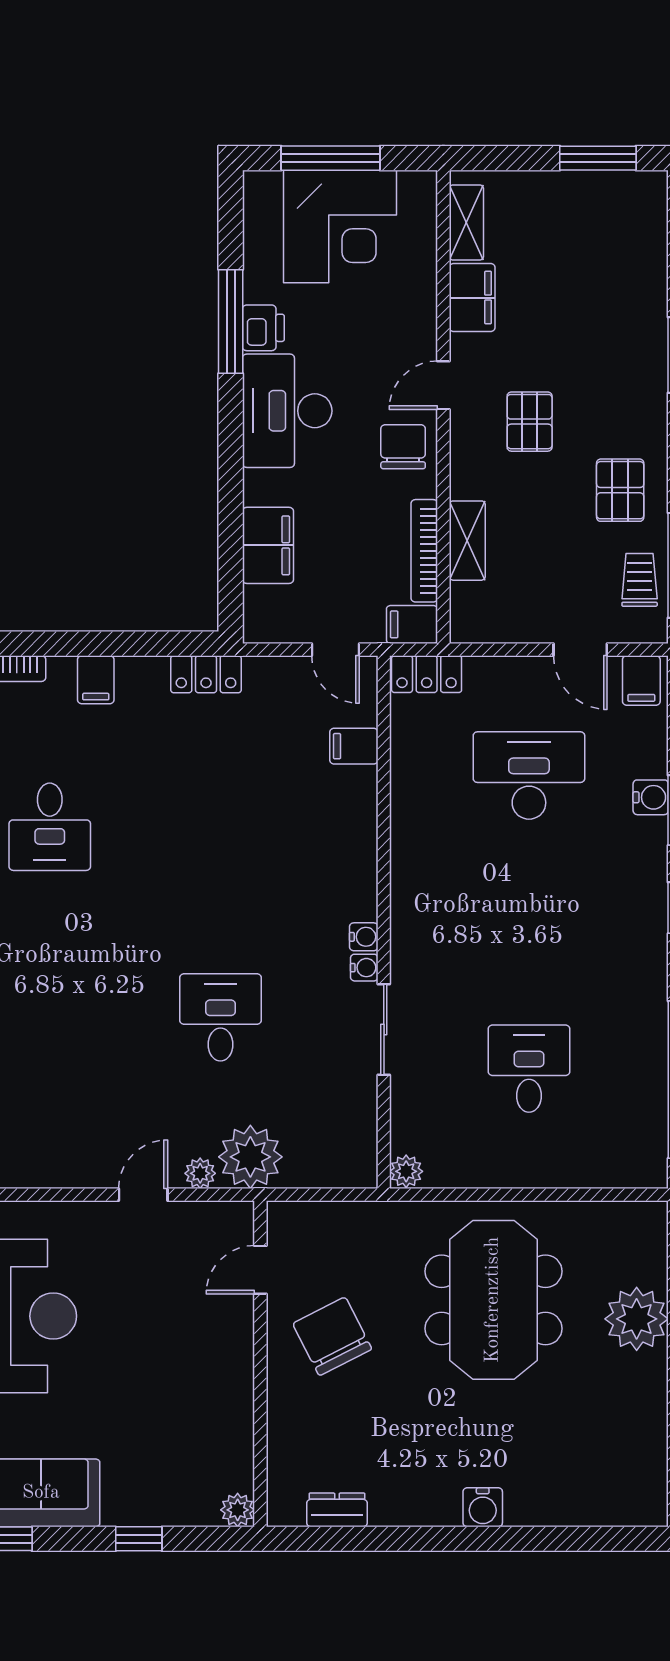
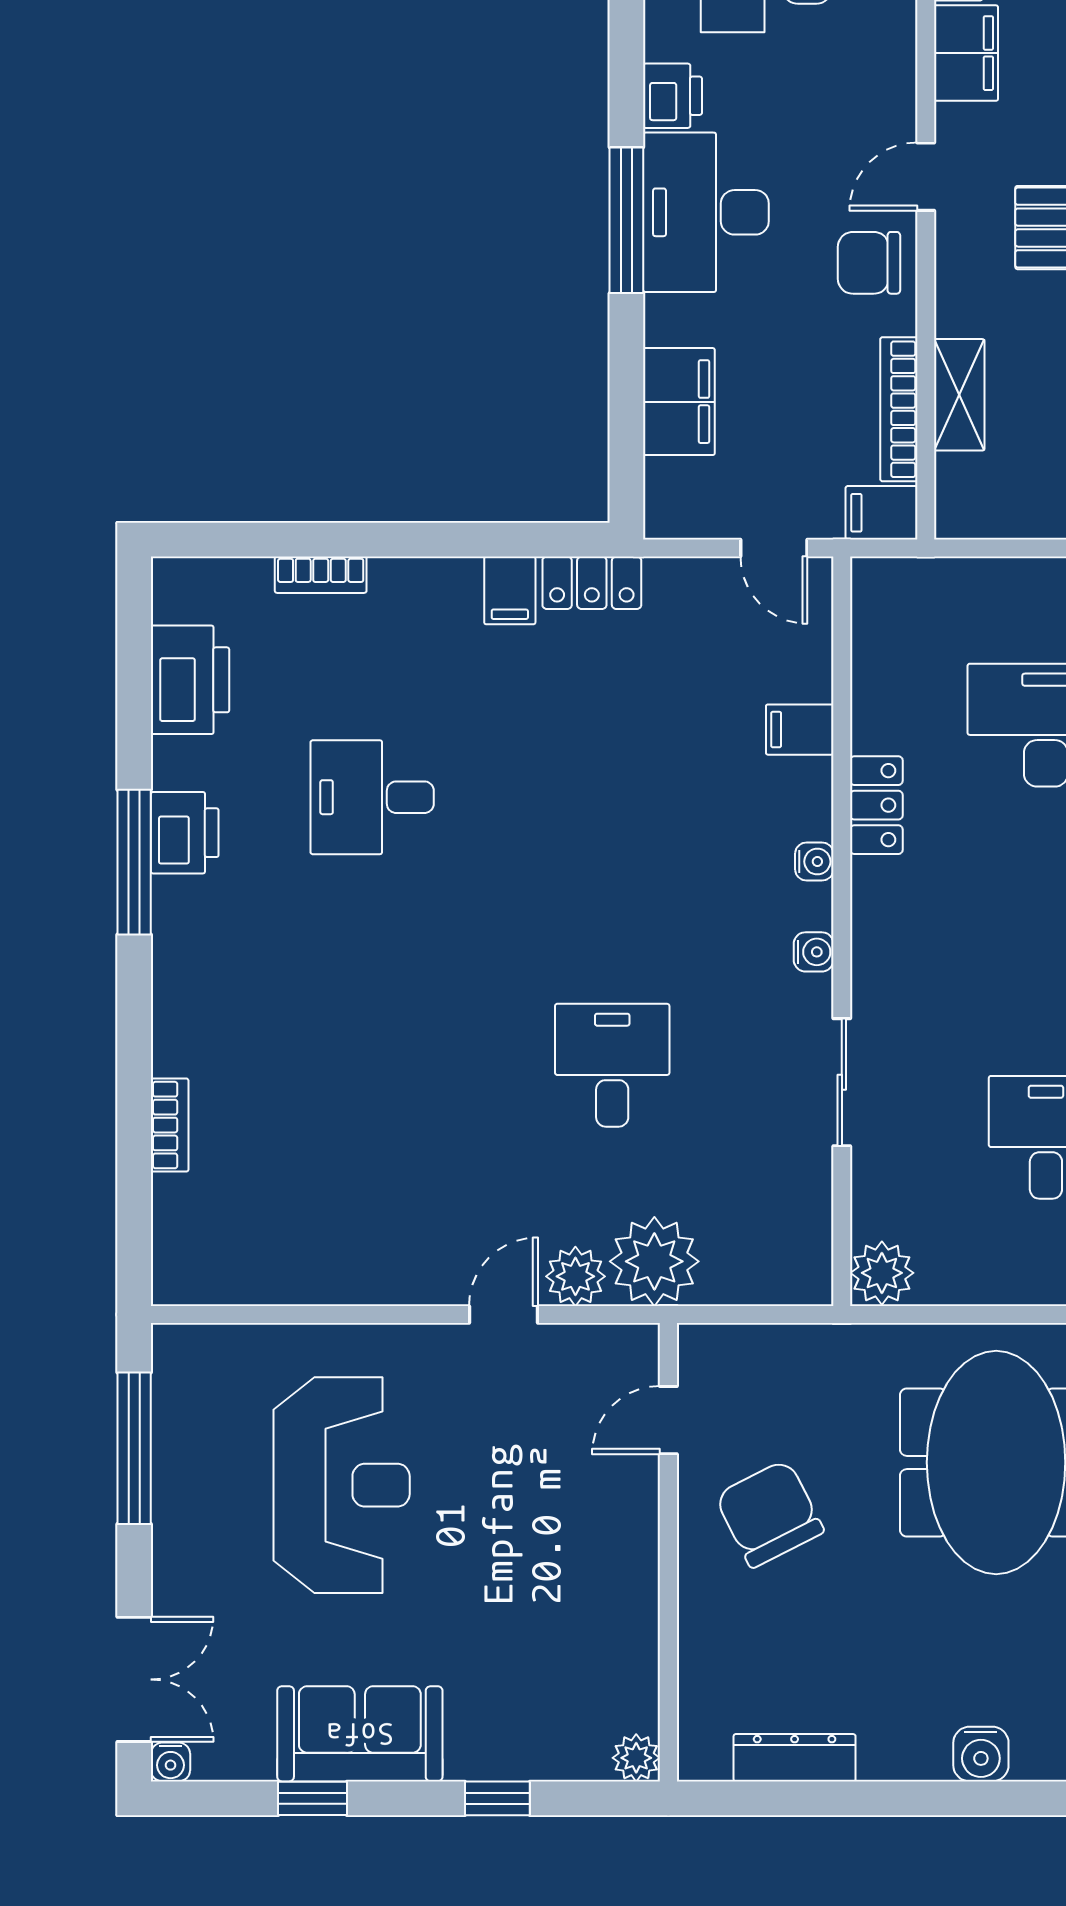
window: (231, 321) -> (626, 220), moved
chair: (403, 447) -> (869, 263), turned -90
locker: (427, 674) -> (876, 805), moved, turned -90
filing cabinet: (96, 680) -> (510, 590), moved
filing cabinet: (354, 746) -> (800, 730), moved
desk: (50, 827) -> (372, 797), turned 90
water cooler: (364, 968) -> (814, 862), moved
plant: (406, 1171) -> (882, 1273), width x1.38, depth x1.38
plant: (200, 1173) -> (575, 1276), width x1.38, depth x1.38
dresser: (337, 1510) -> (795, 1758), width x1.44

